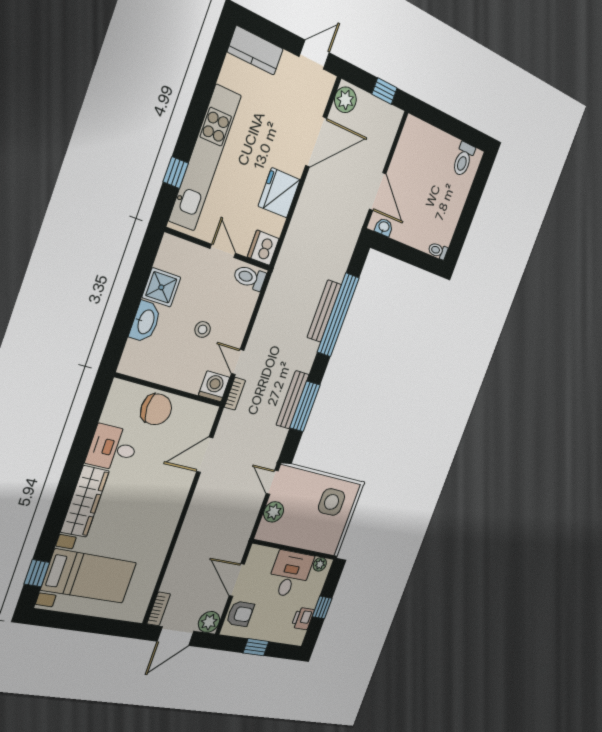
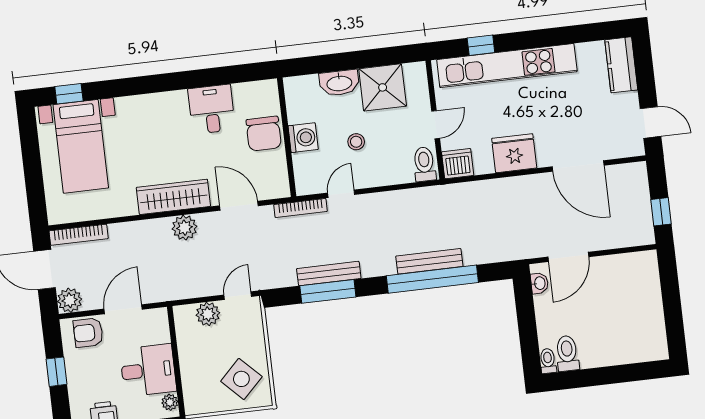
plant: (345, 100) -> (185, 228), moved
toilet: (463, 159) -> (567, 353), moved, turned 90
shower: (161, 287) -> (383, 87), width x1.36, depth x1.36
washing machine: (214, 386) -> (303, 138), moved
bookcase: (235, 394) -> (300, 208), width x1.56
wardrobe: (85, 501) -> (173, 197), moved, turned 180
side table: (332, 502) -> (241, 379), turned 45
bookcase: (159, 609) -> (79, 235), width x1.56
armchair: (240, 614) -> (88, 333), turned 90

